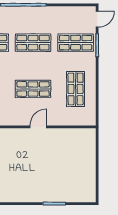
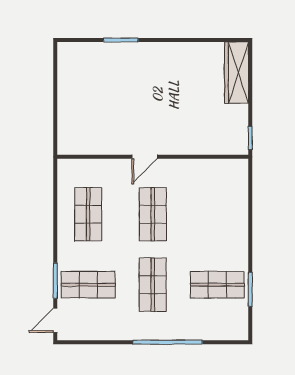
shop shelf: (33, 43) -> (153, 285), turned 90
shop shelf: (33, 89) -> (153, 214), turned 90

